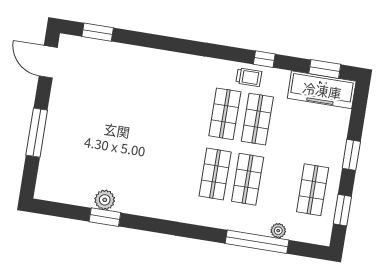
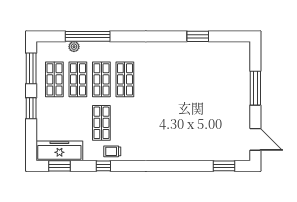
shop shelf: (225, 114) -> (78, 79), moved
plant: (105, 200) -> (200, 49), removed
window: (342, 210) -> (31, 68), width x1.44

